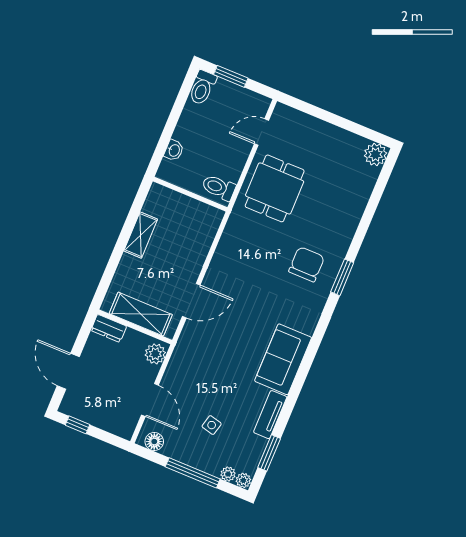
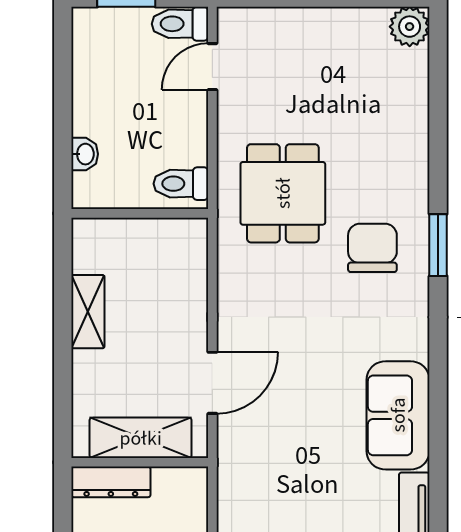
toilet: (202, 88) -> (180, 24), moved, turned 90
dining table: (275, 188) -> (283, 193), moved
dresser: (109, 328) -> (111, 482), width x1.44
plant: (155, 354) -> (190, 492), removed

